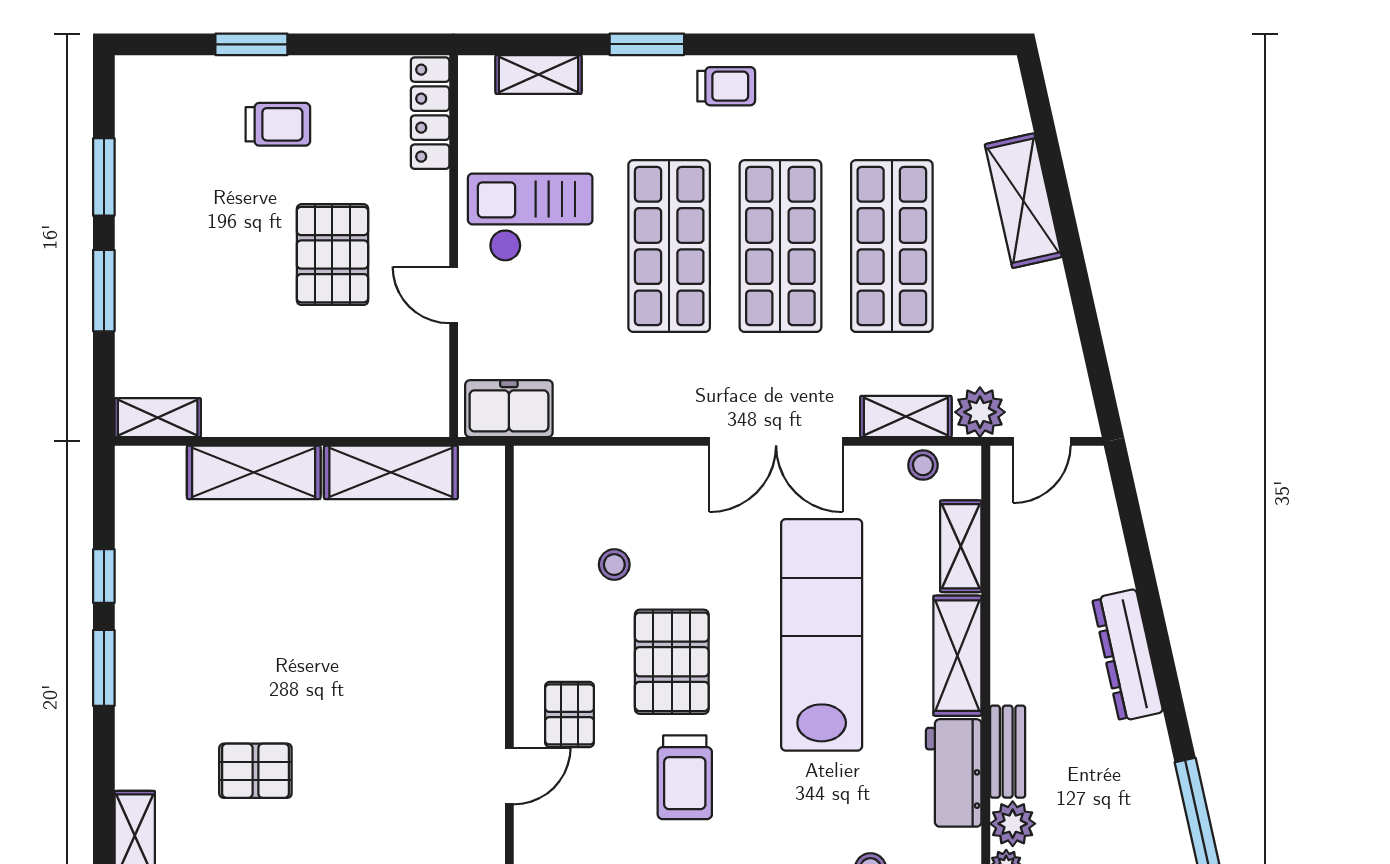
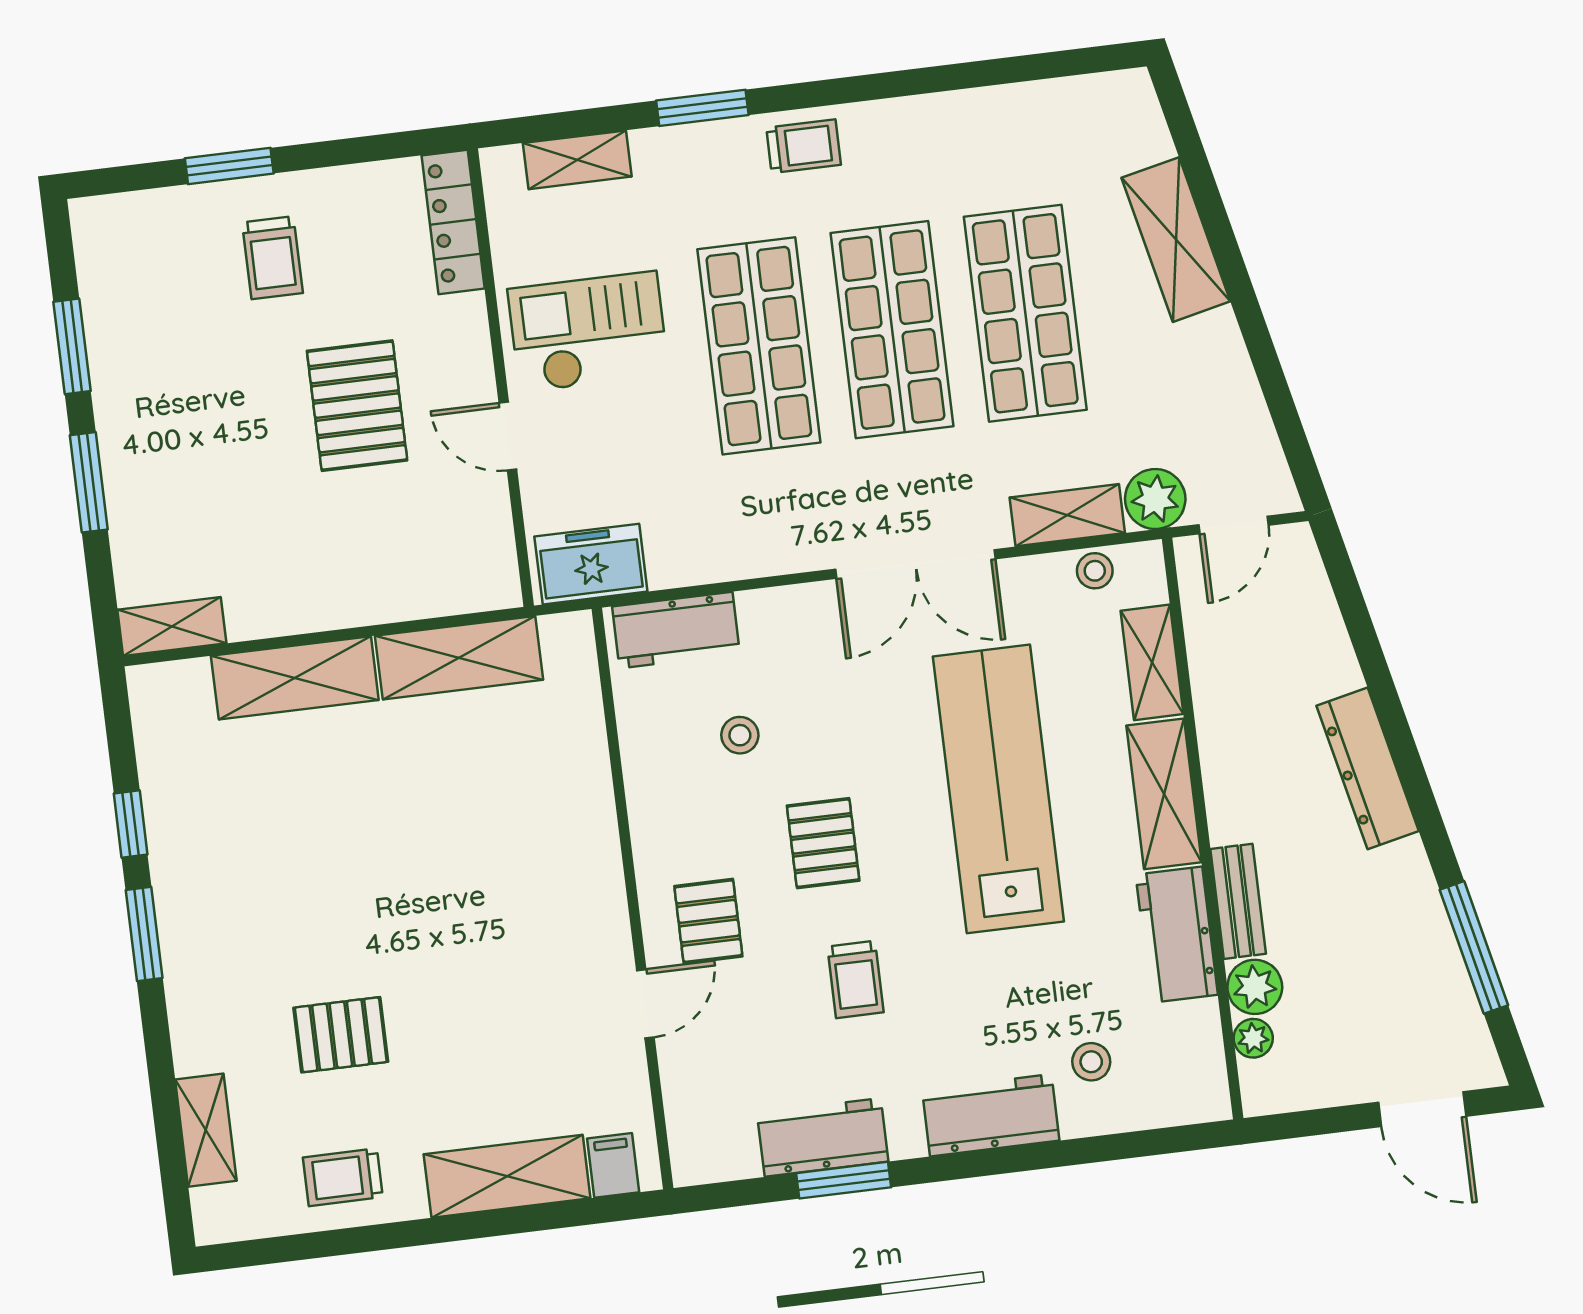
trolley: (278, 124) -> (272, 258), turned 90
workbench: (572, 472) -> (676, 630), added
pallet: (672, 662) -> (823, 843), width x0.67, depth x0.71
trolley: (685, 777) -> (856, 979), width x0.73, depth x0.72

